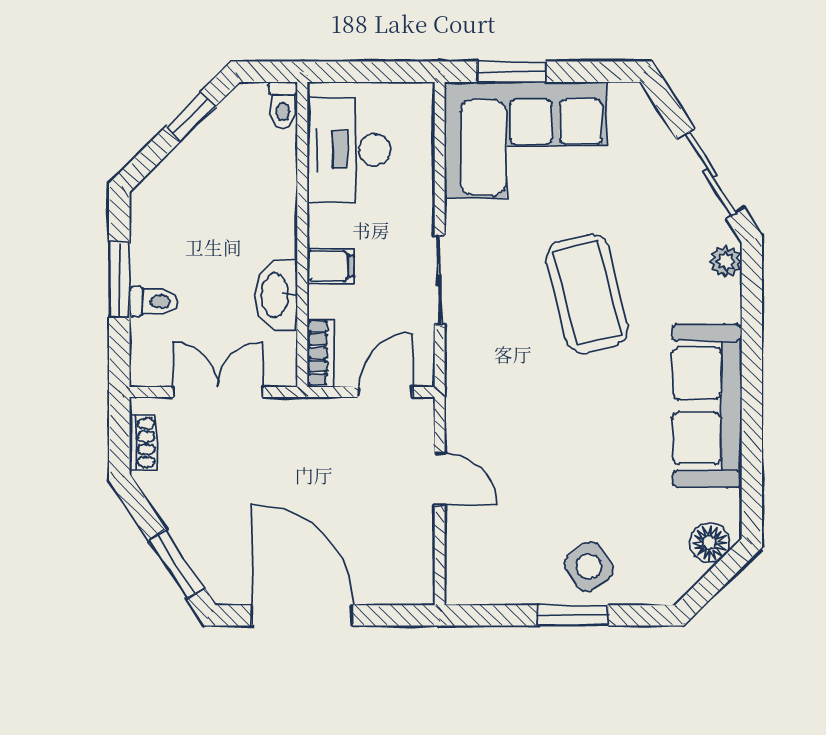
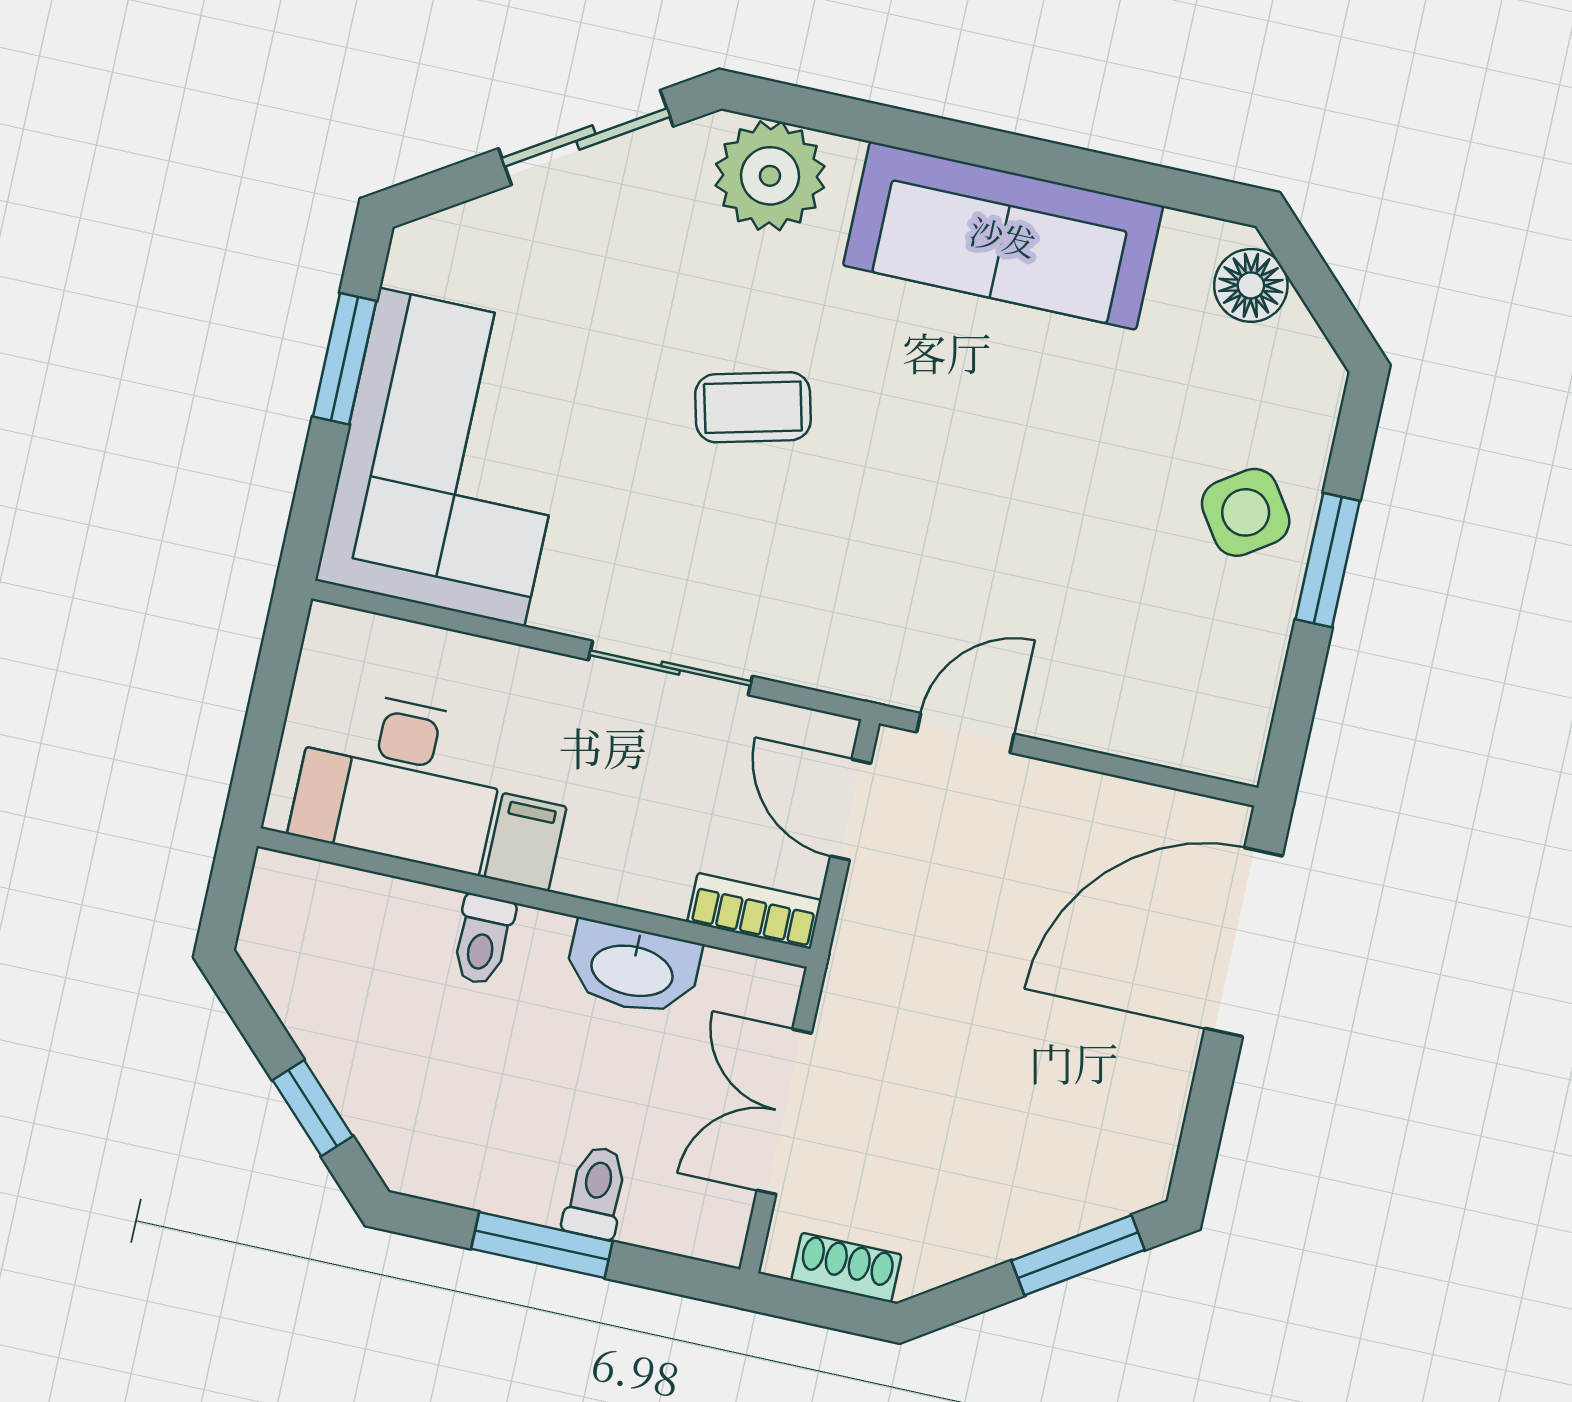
window: (512, 72) -> (345, 359), moved
toilet: (283, 105) -> (483, 940), moved, turned 90
window: (191, 116) -> (313, 1108), moved
plant: (726, 262) -> (770, 176), width x1.88, depth x1.88
filing cabinet: (331, 266) -> (526, 842), moved
coffee table: (587, 293) -> (753, 407), width x0.54, depth x0.58
door: (440, 479) -> (965, 733), moved
door: (302, 615) -> (1244, 942), moved

